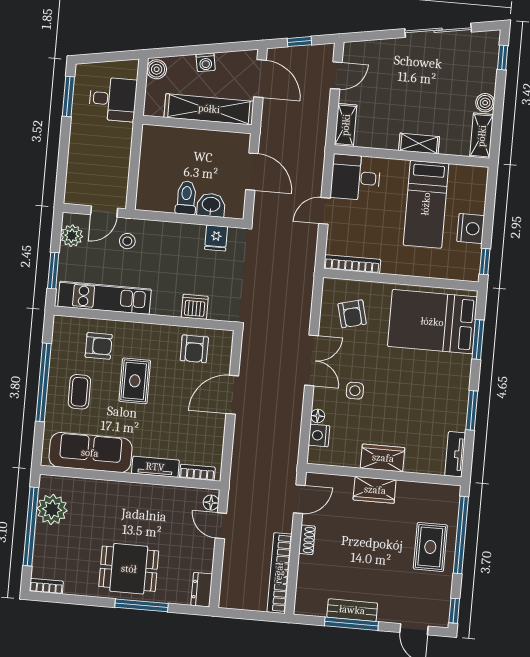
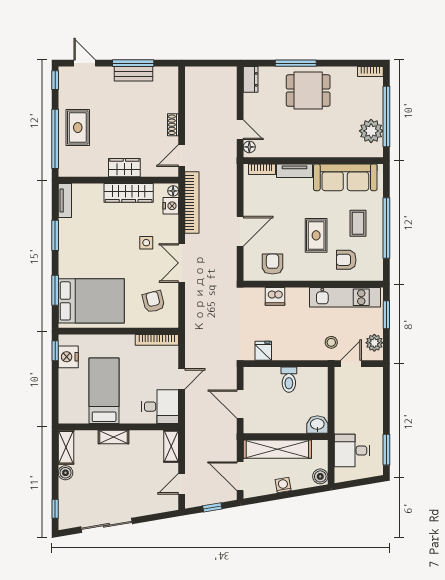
washbasin: (211, 205) -> (317, 425), moved, turned 180
nightstand: (471, 228) -> (68, 357), moved
floor lamp: (318, 416) -> (173, 191), moved
wardrobe: (383, 458) -> (129, 193), width x1.50
bookcase: (279, 573) -> (192, 203), moved

